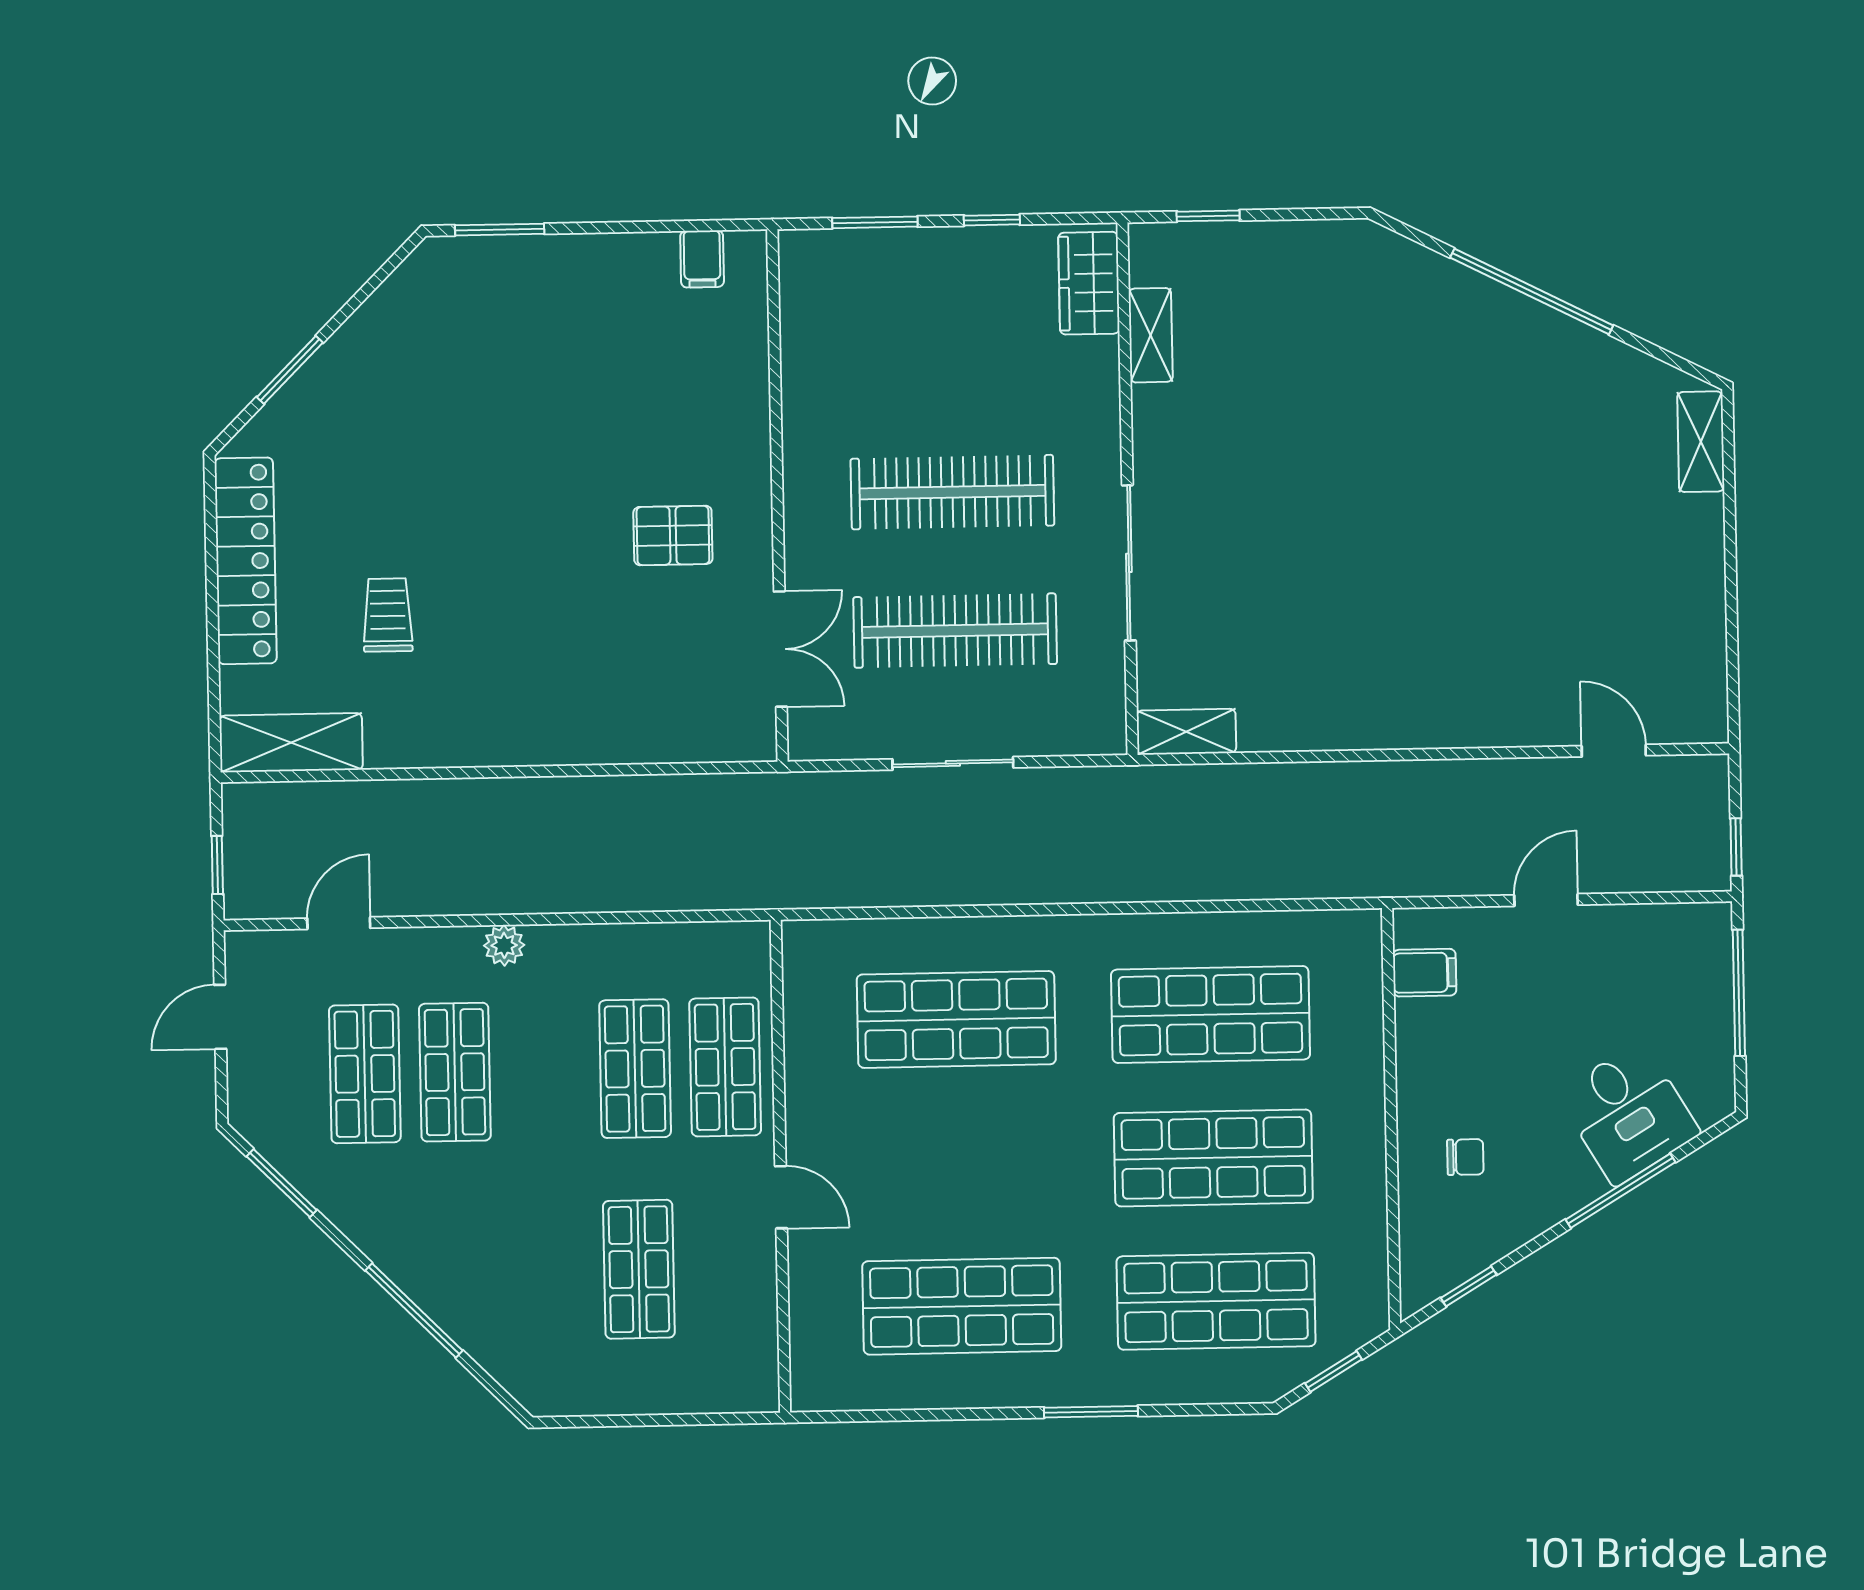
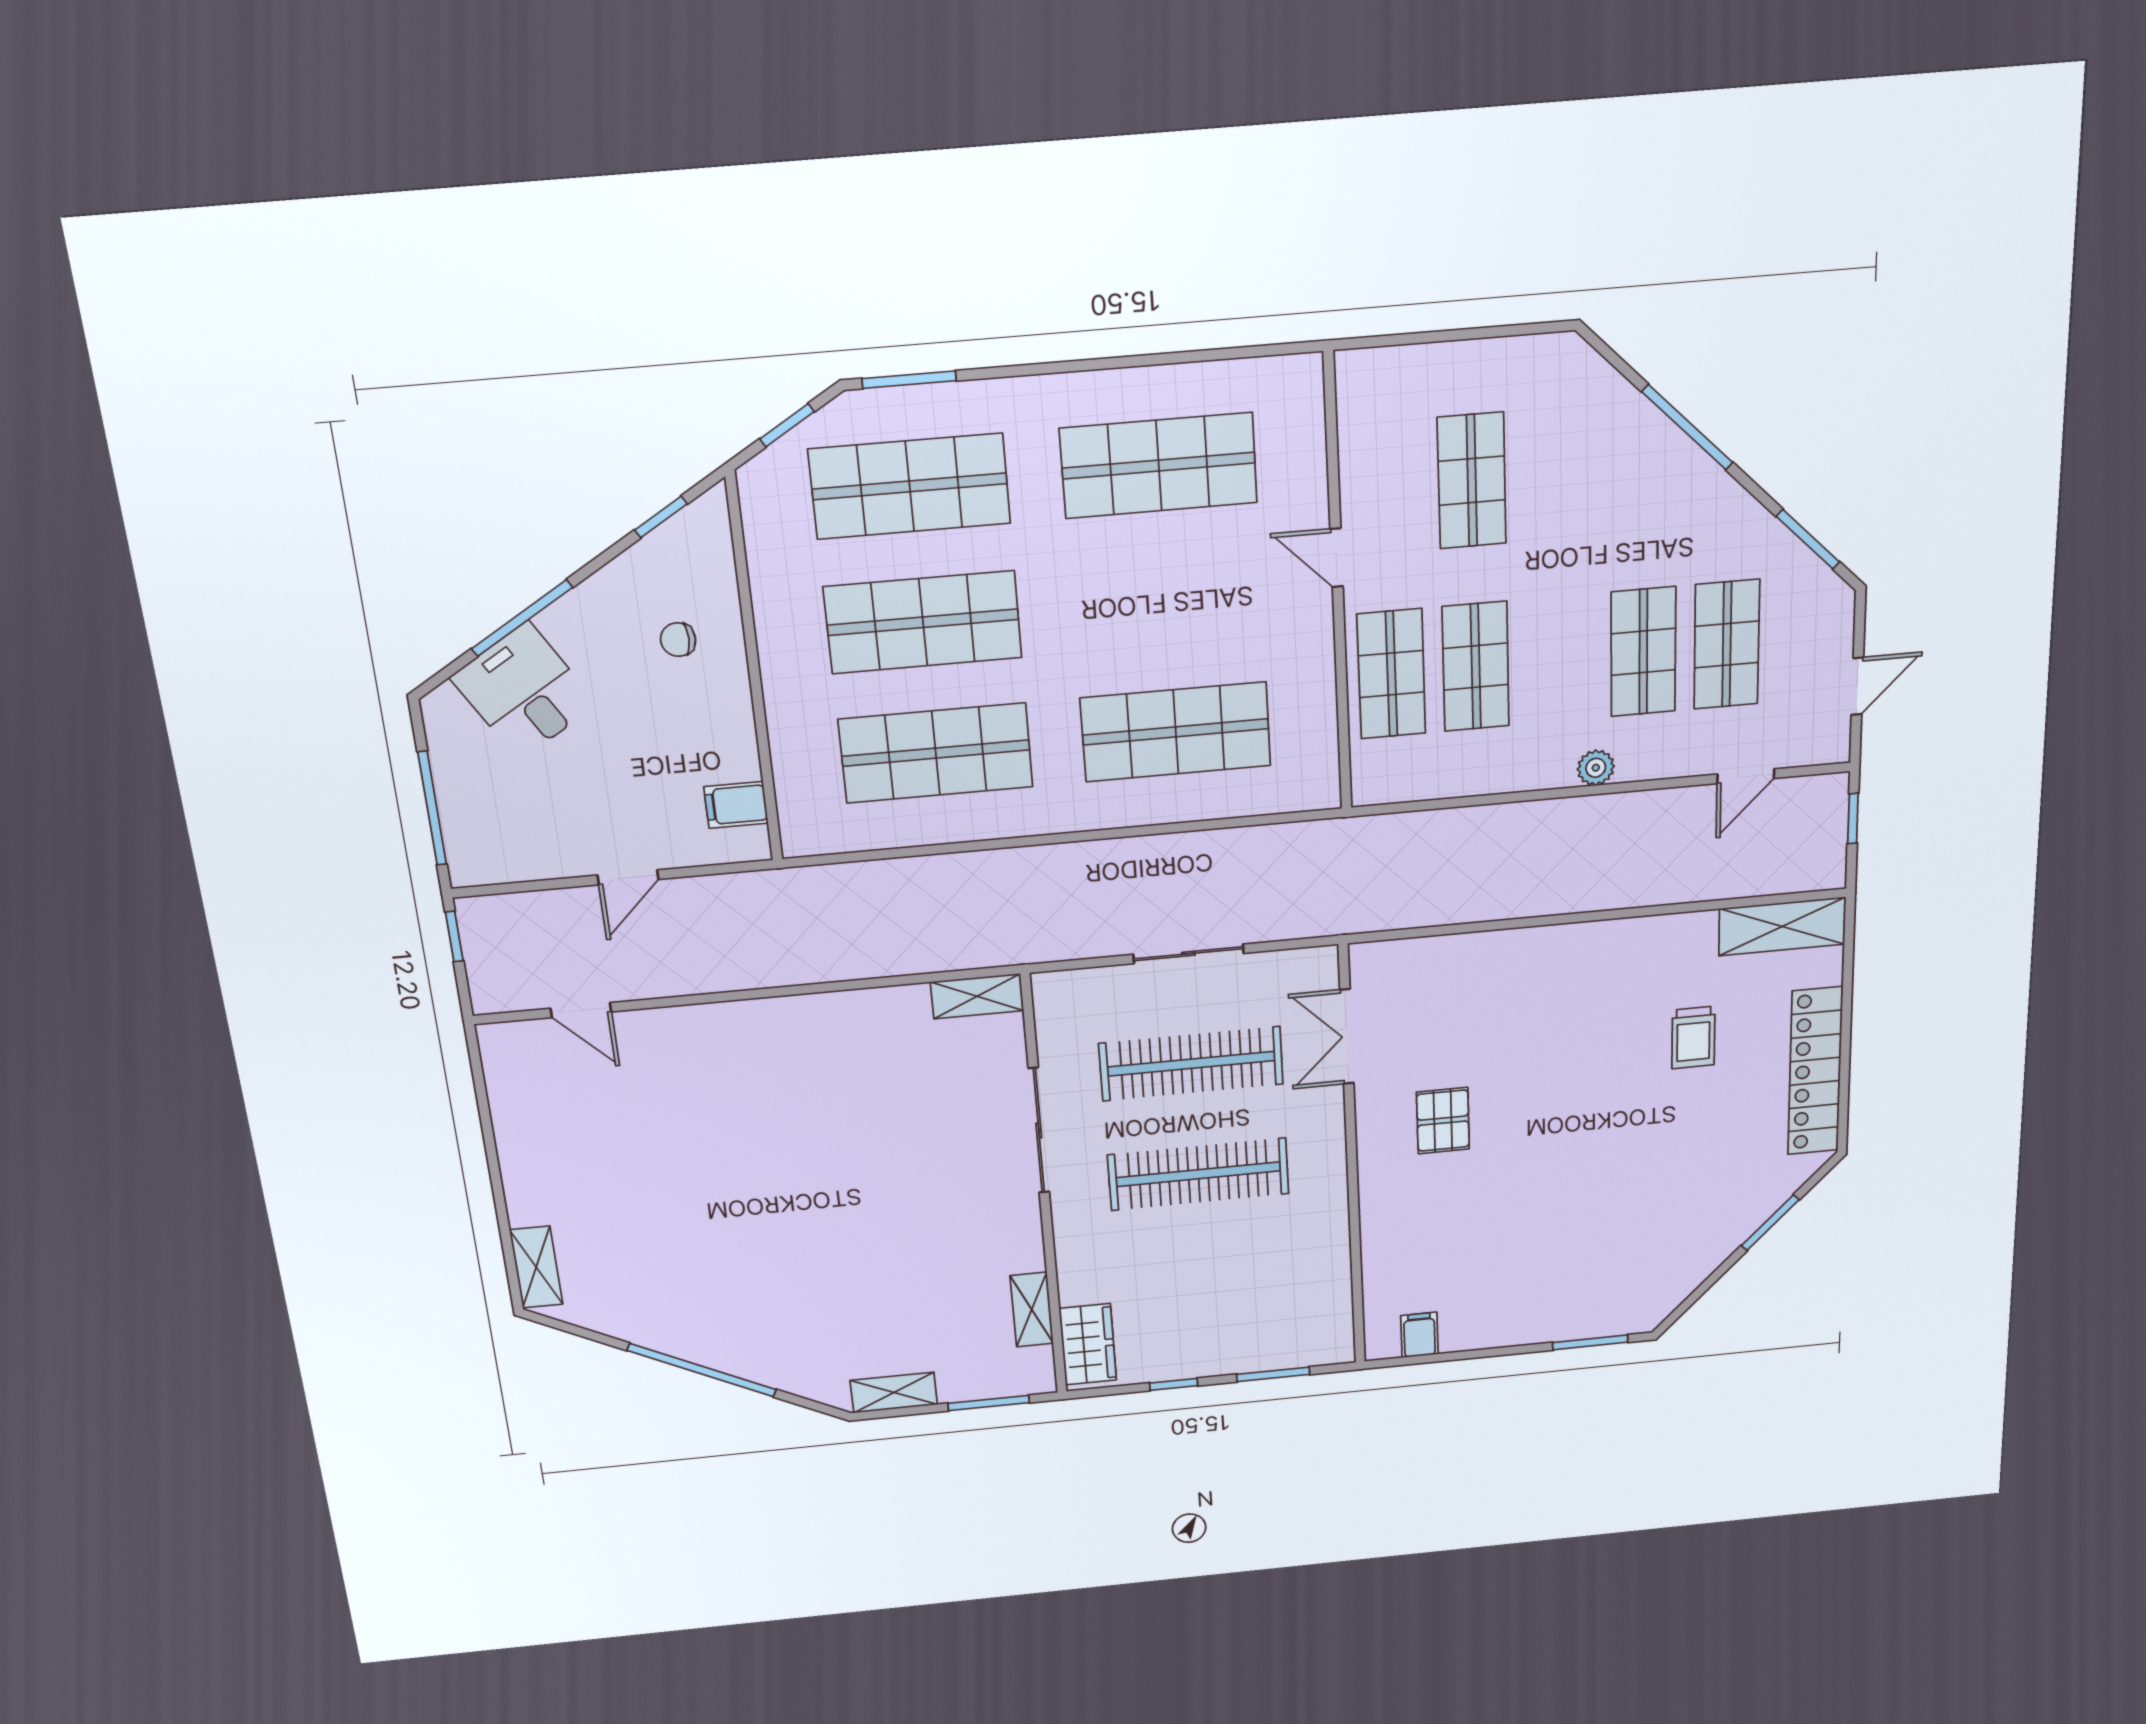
window: (1208, 216) -> (989, 1403), width x1.50
shelving: (1316, 241) -> (894, 1392), added
pallet: (673, 535) -> (1443, 1121), turned 90
window: (1091, 1412) -> (909, 380), moved

